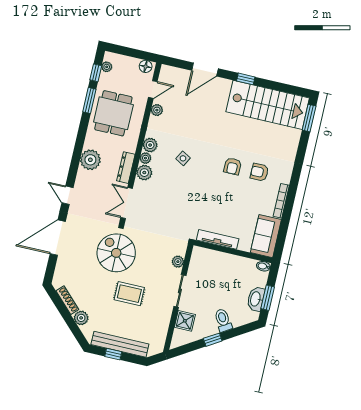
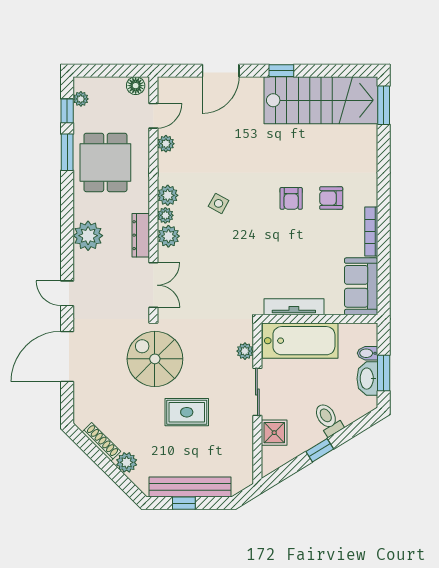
double door: (127, 203) -> (153, 285), swing flipped
bathtub: (217, 263) -> (300, 341), added
bidet: (263, 266) -> (368, 353), moved

